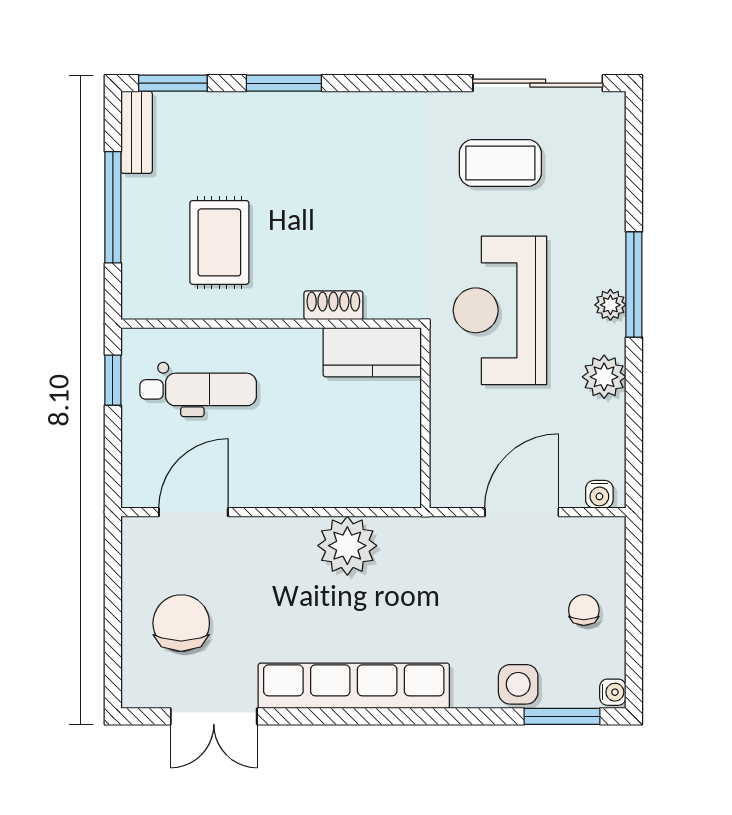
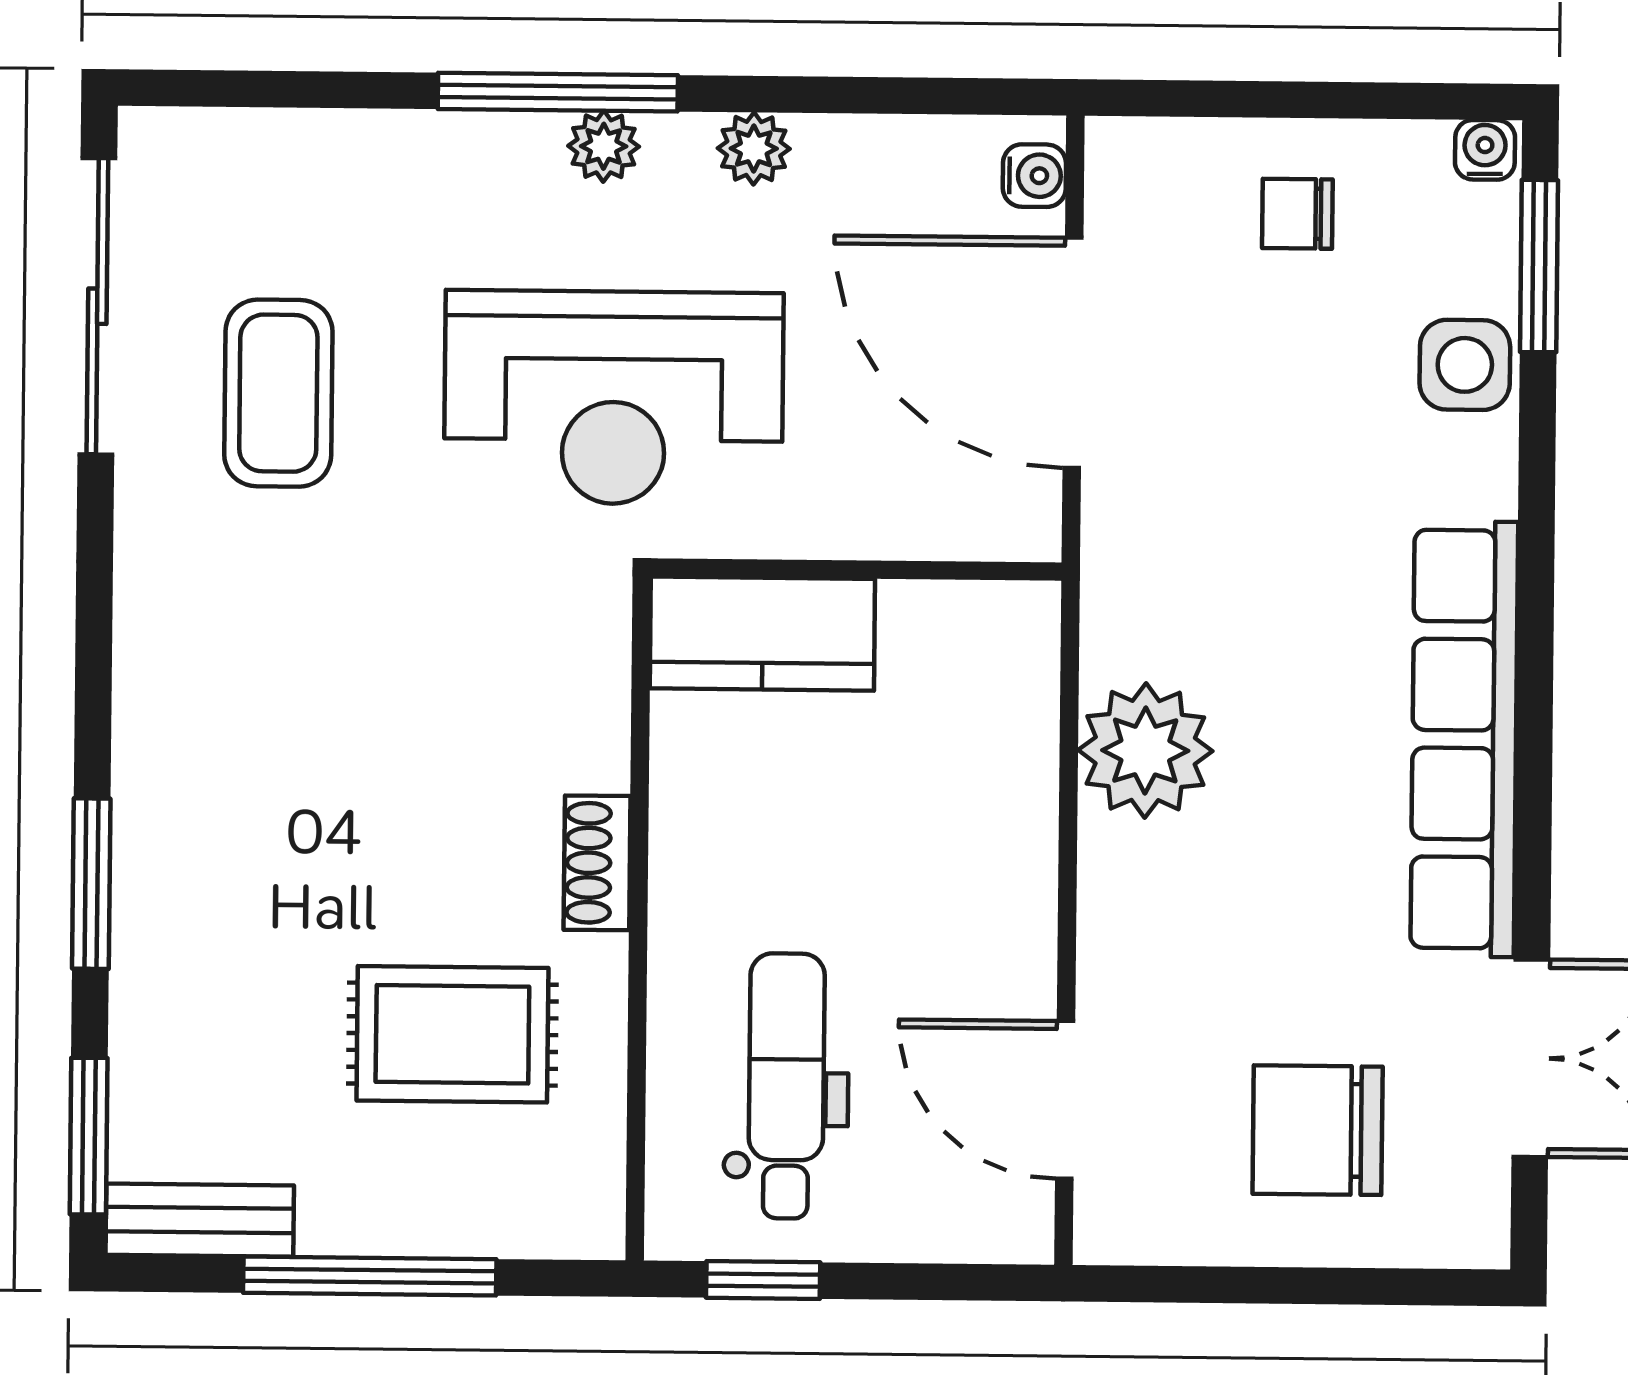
shoe rack: (333, 305) -> (597, 863), moved
kitchen counter: (372, 352) -> (762, 634), moved, turned 90
plant: (604, 377) -> (754, 149), width x0.73, depth x0.73
door: (522, 512) -> (1073, 353), width x1.36

